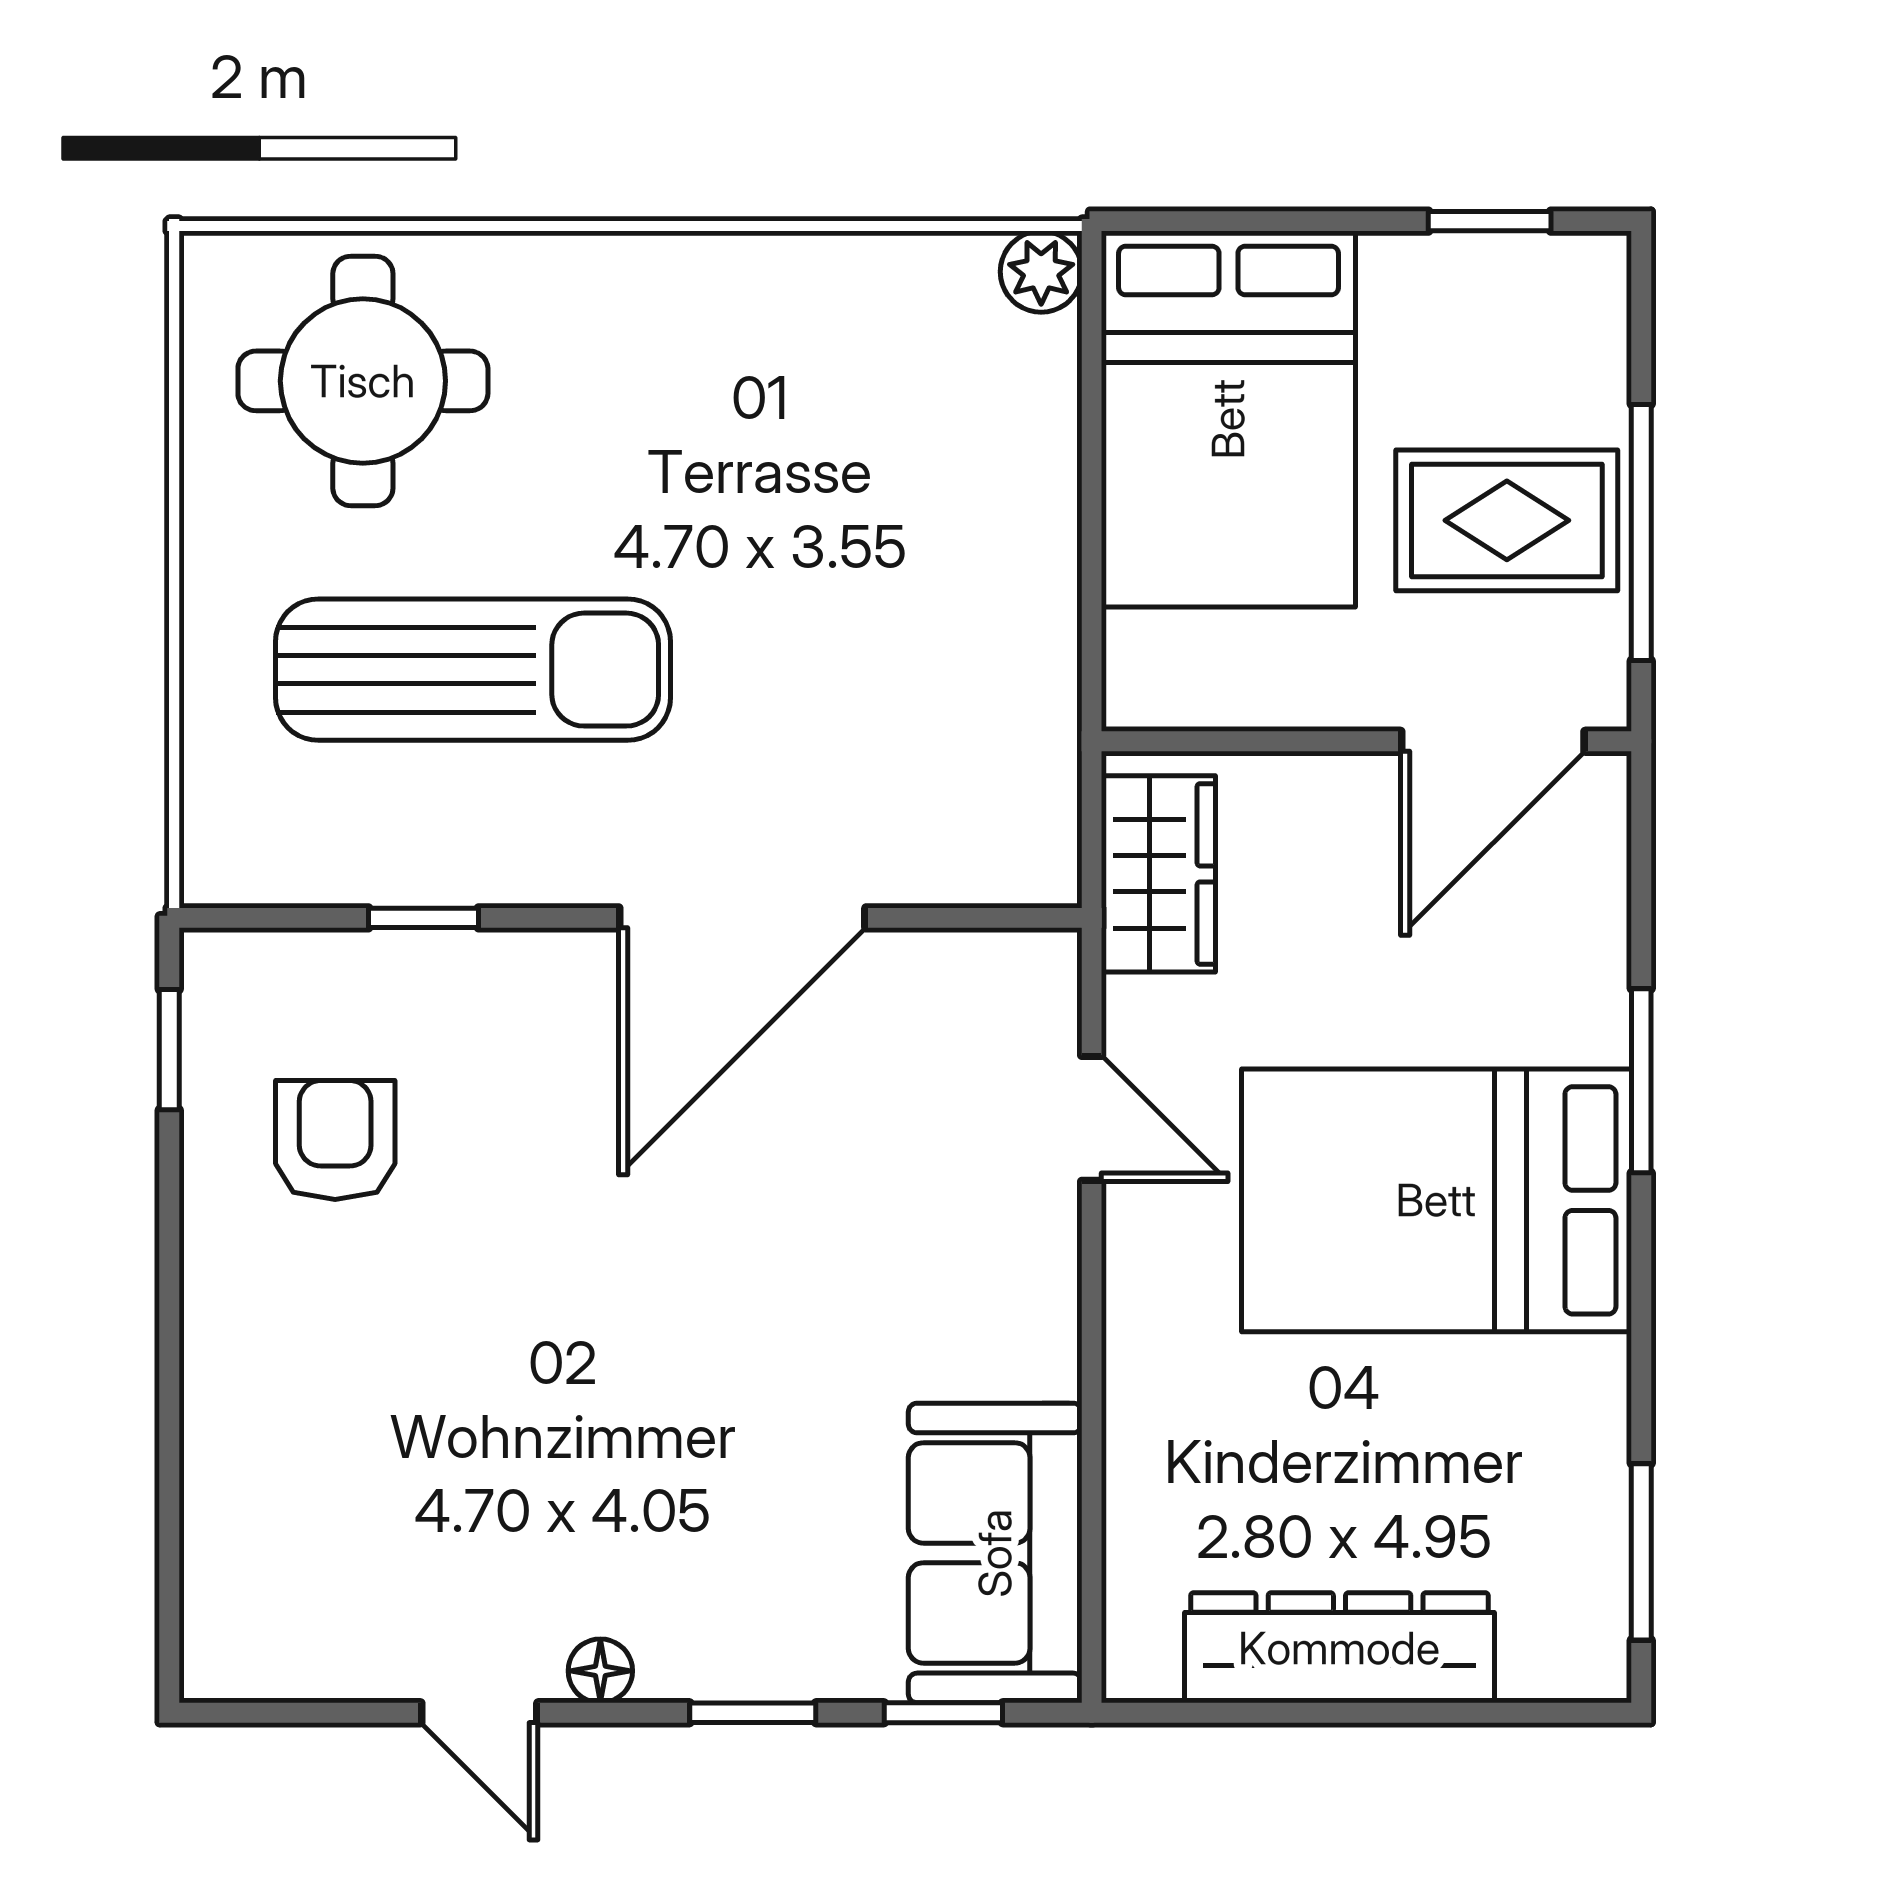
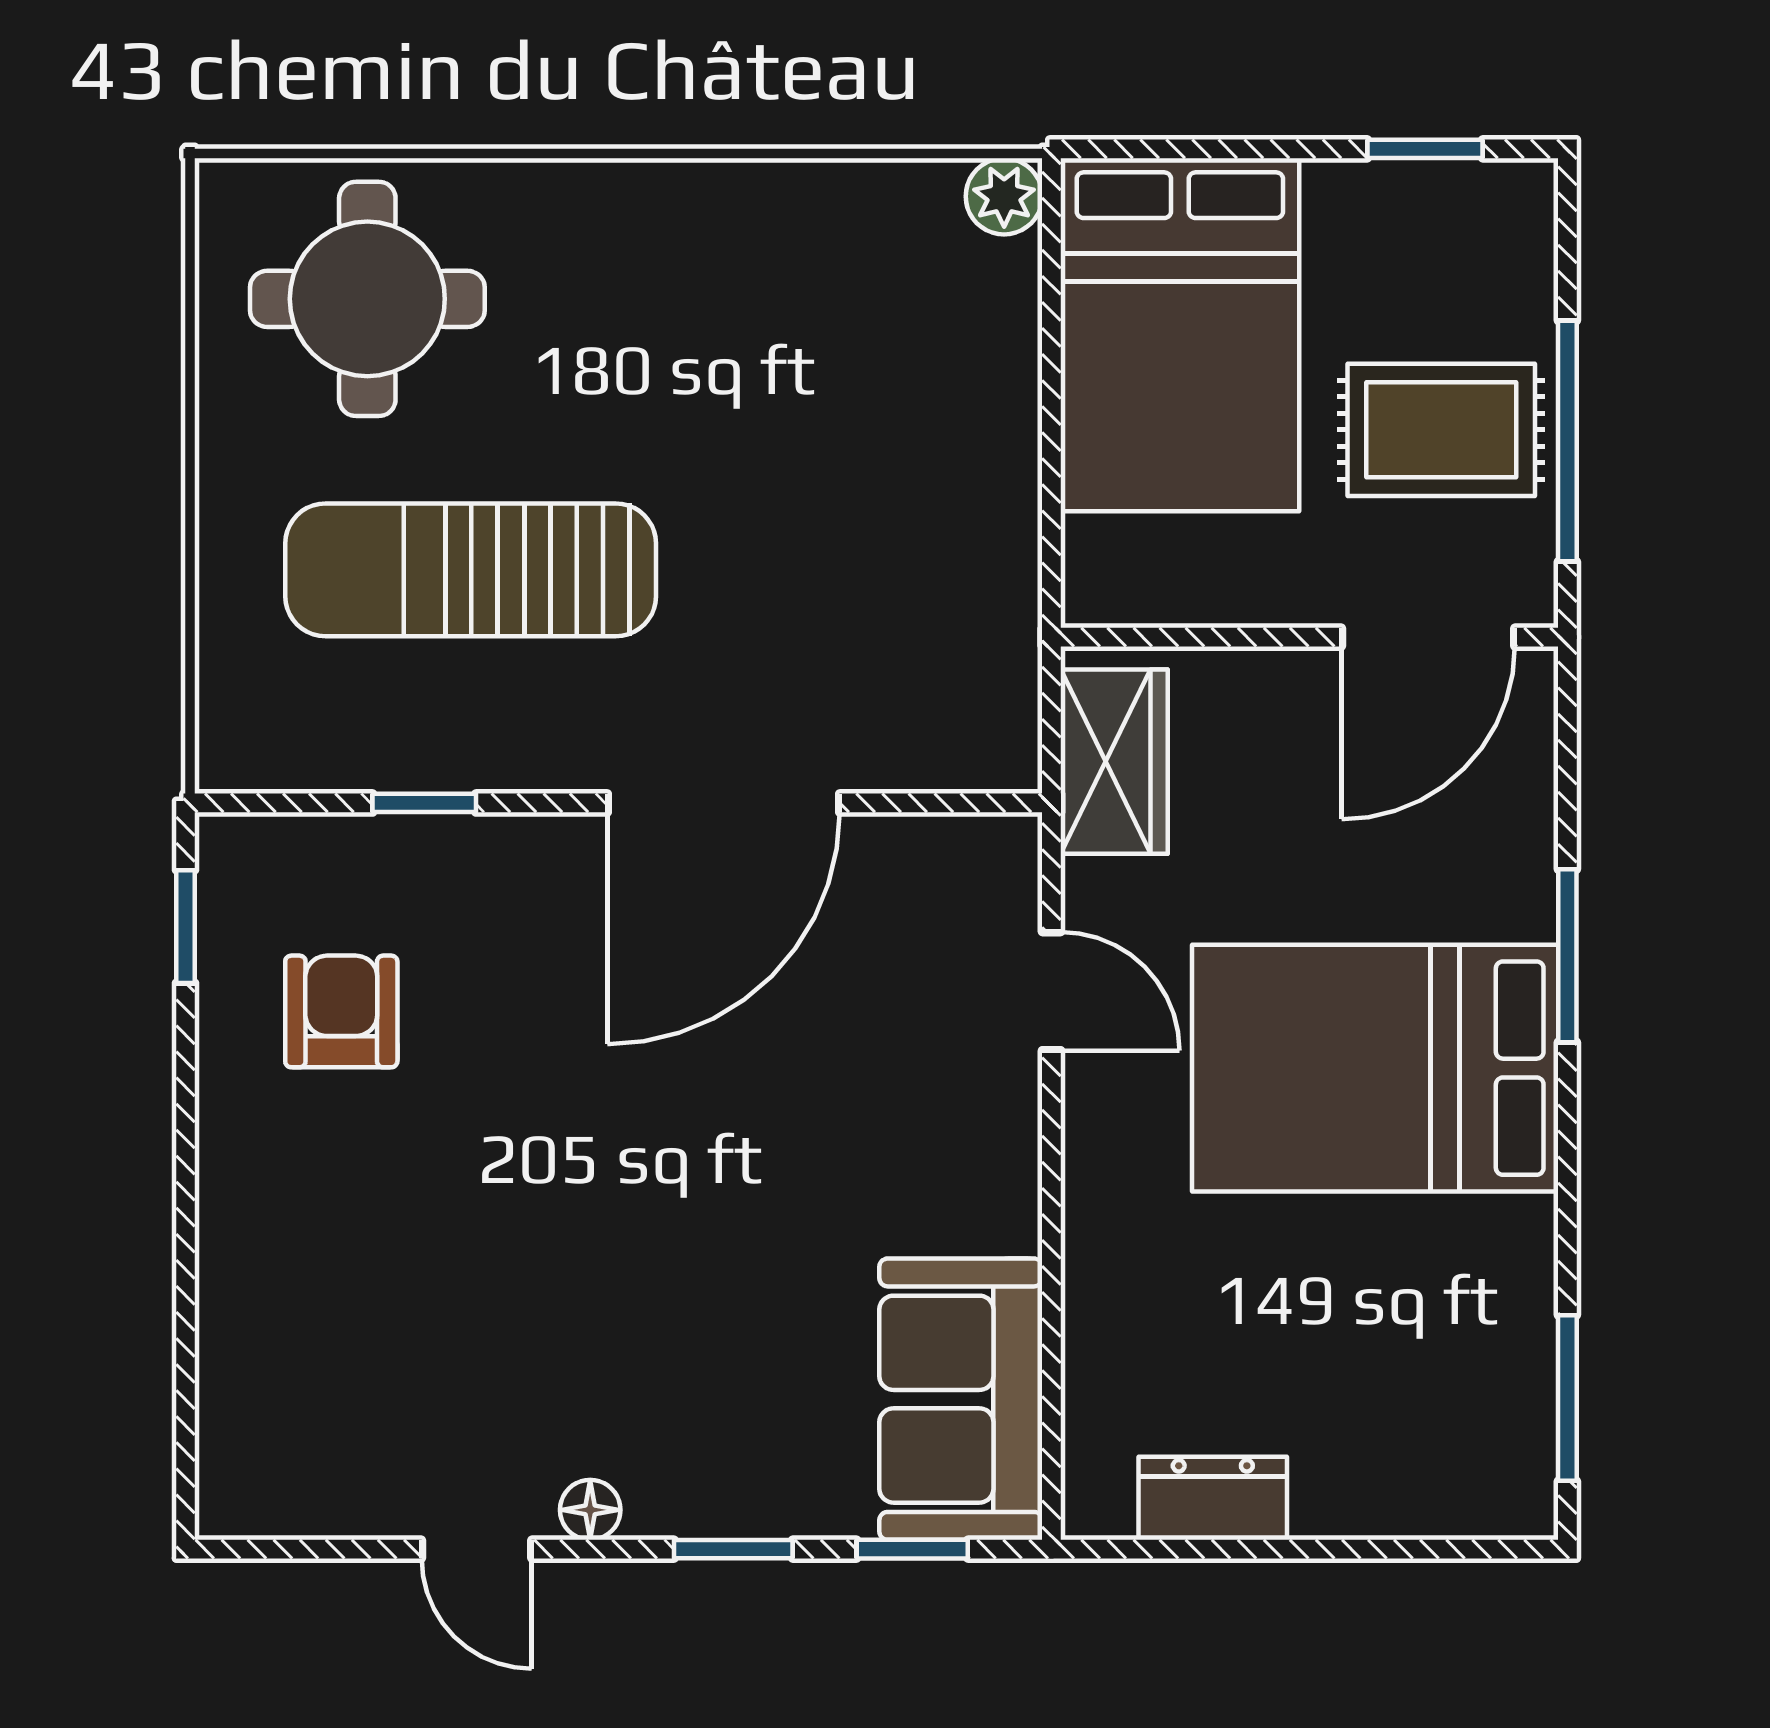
sun lounger: (473, 670) -> (471, 570), turned 180
dresser: (1339, 1648) -> (1213, 1498), width x0.51, depth x0.80

